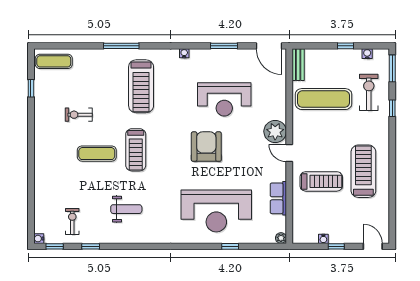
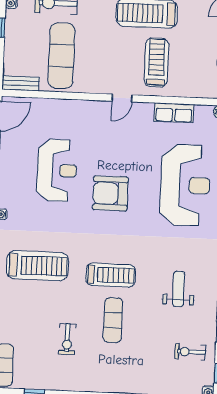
plant: (275, 131) -> (96, 113), removed

